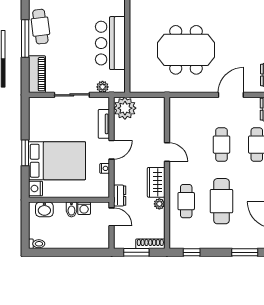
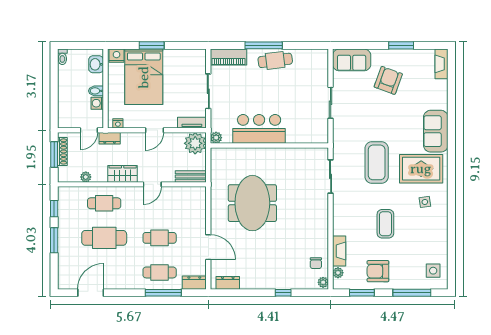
plant: (103, 87) -> (216, 138), moved
bench: (159, 113) -> (191, 176), added
tv unit: (104, 124) -> (192, 123), moved
door: (112, 150) -> (154, 130), hinge flipped
nightstand: (105, 168) -> (118, 123), moved
plant: (159, 204) -> (86, 177), moved
shoe rack: (150, 244) -> (62, 151), moved
window: (245, 252) -> (54, 240), moved

